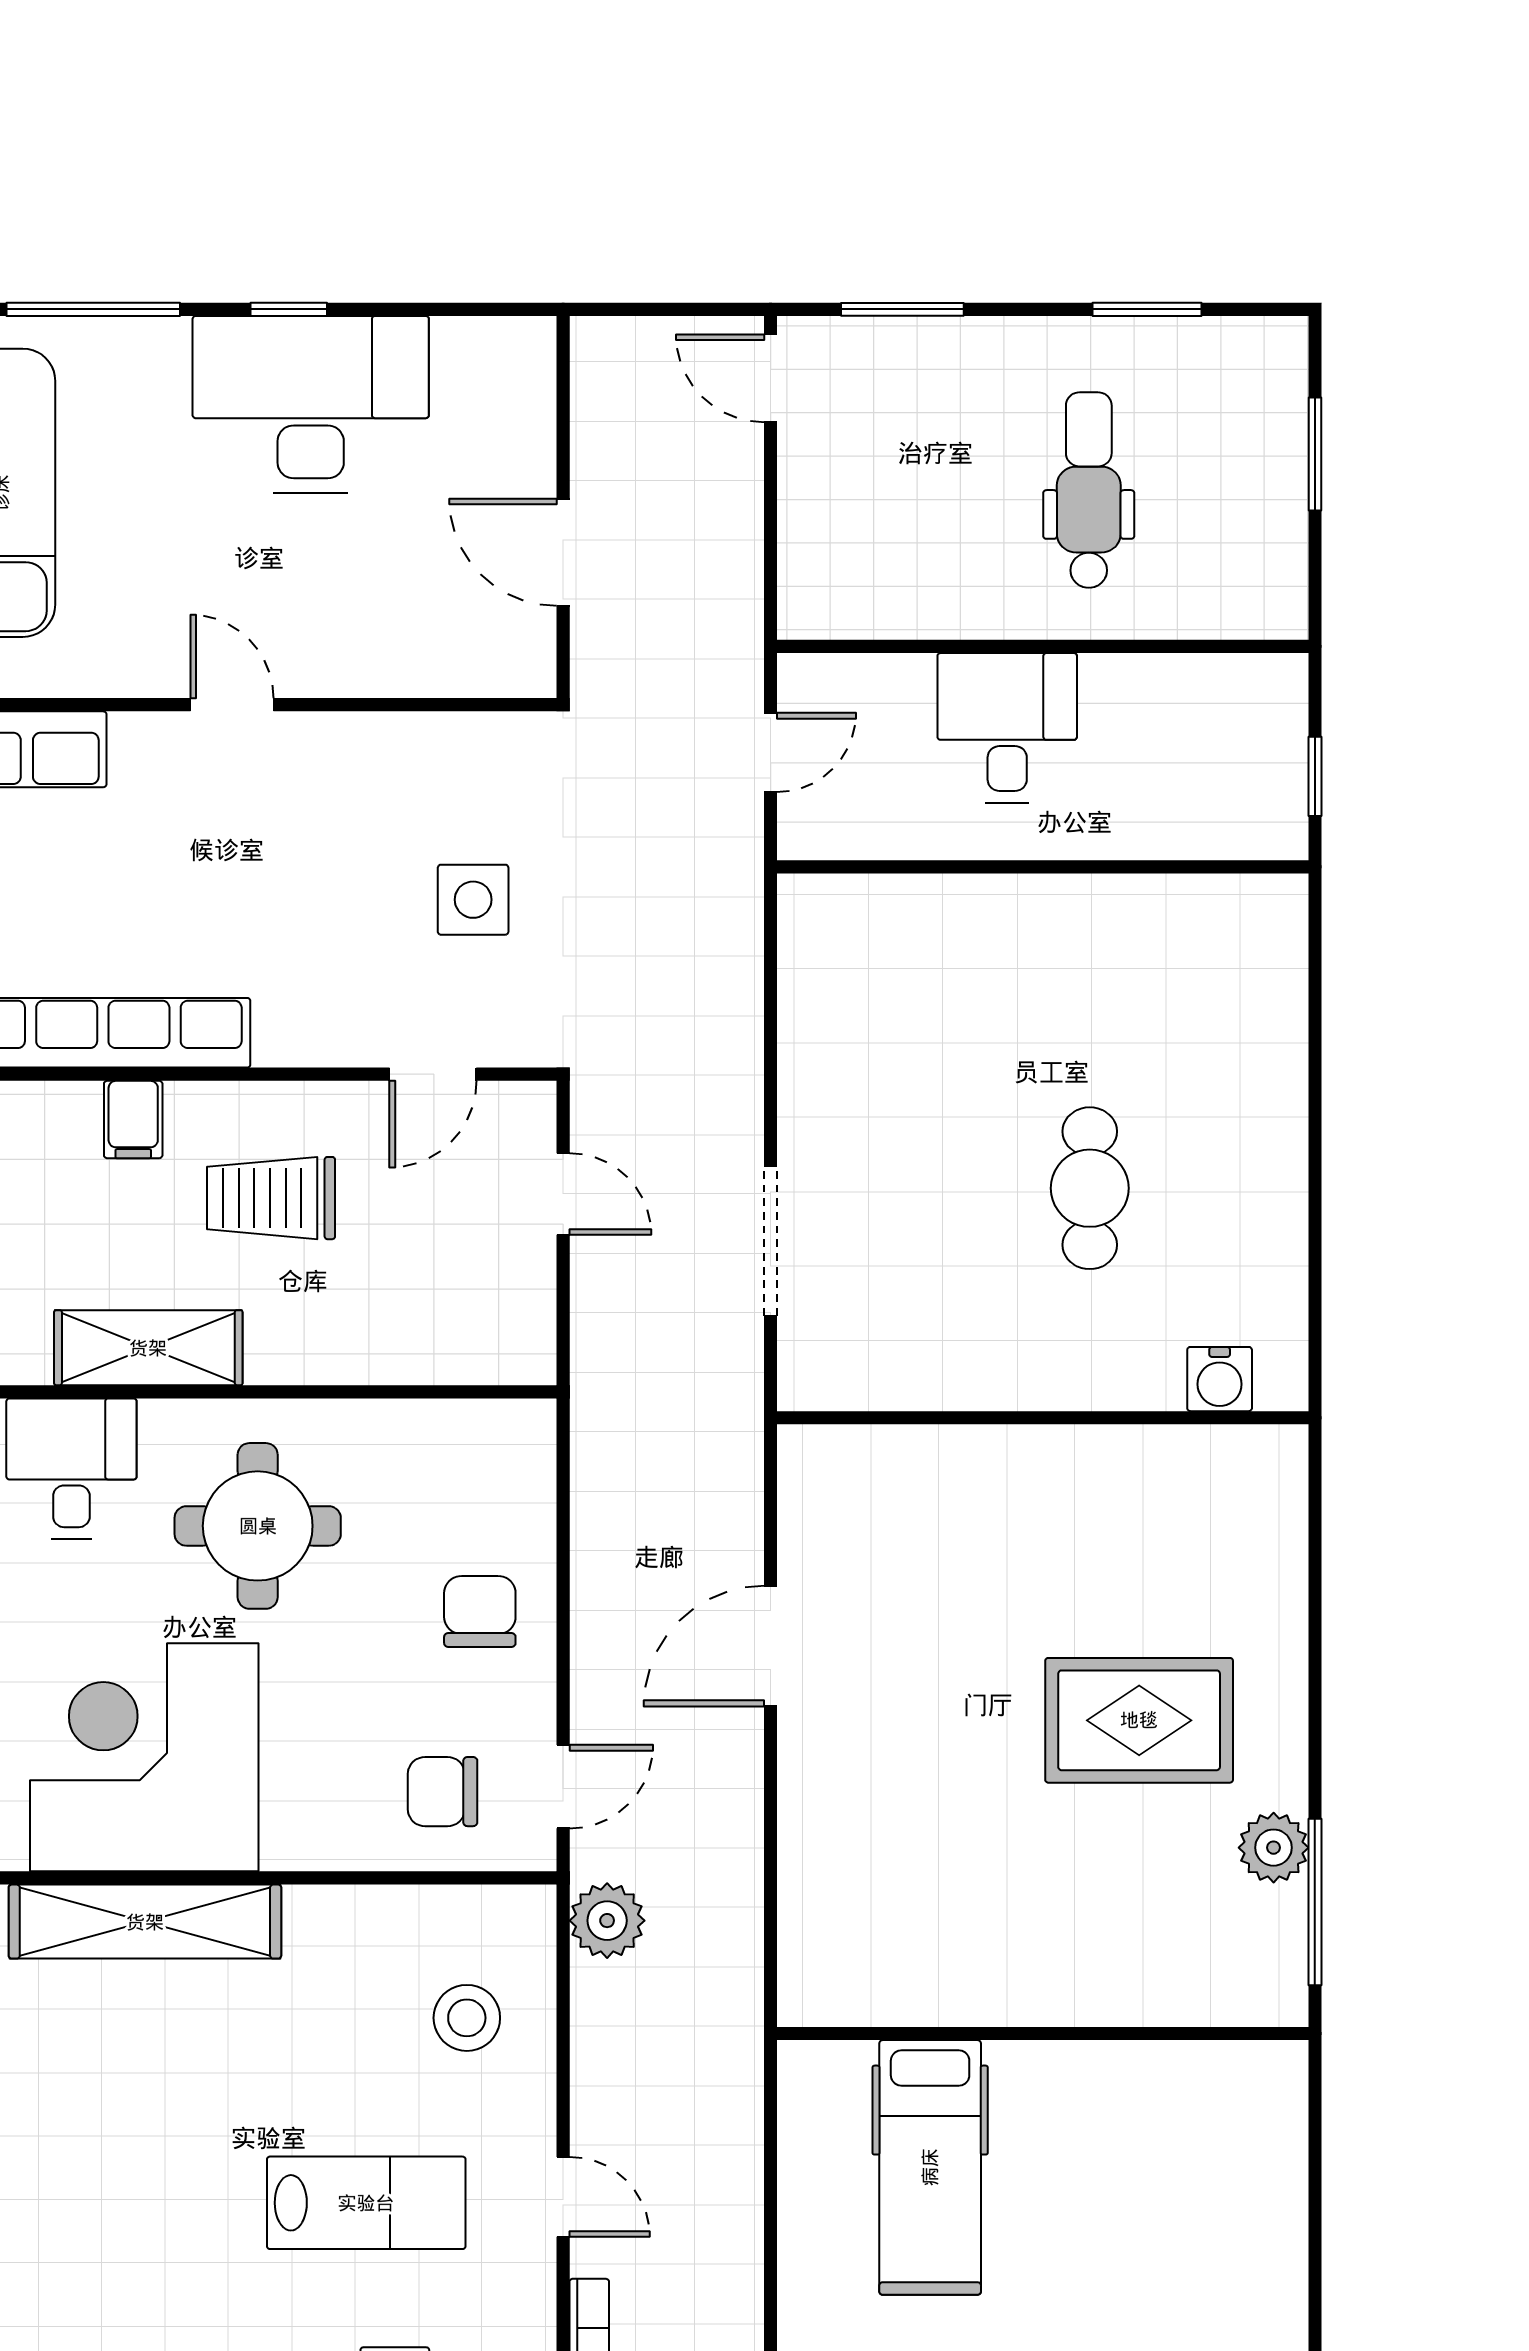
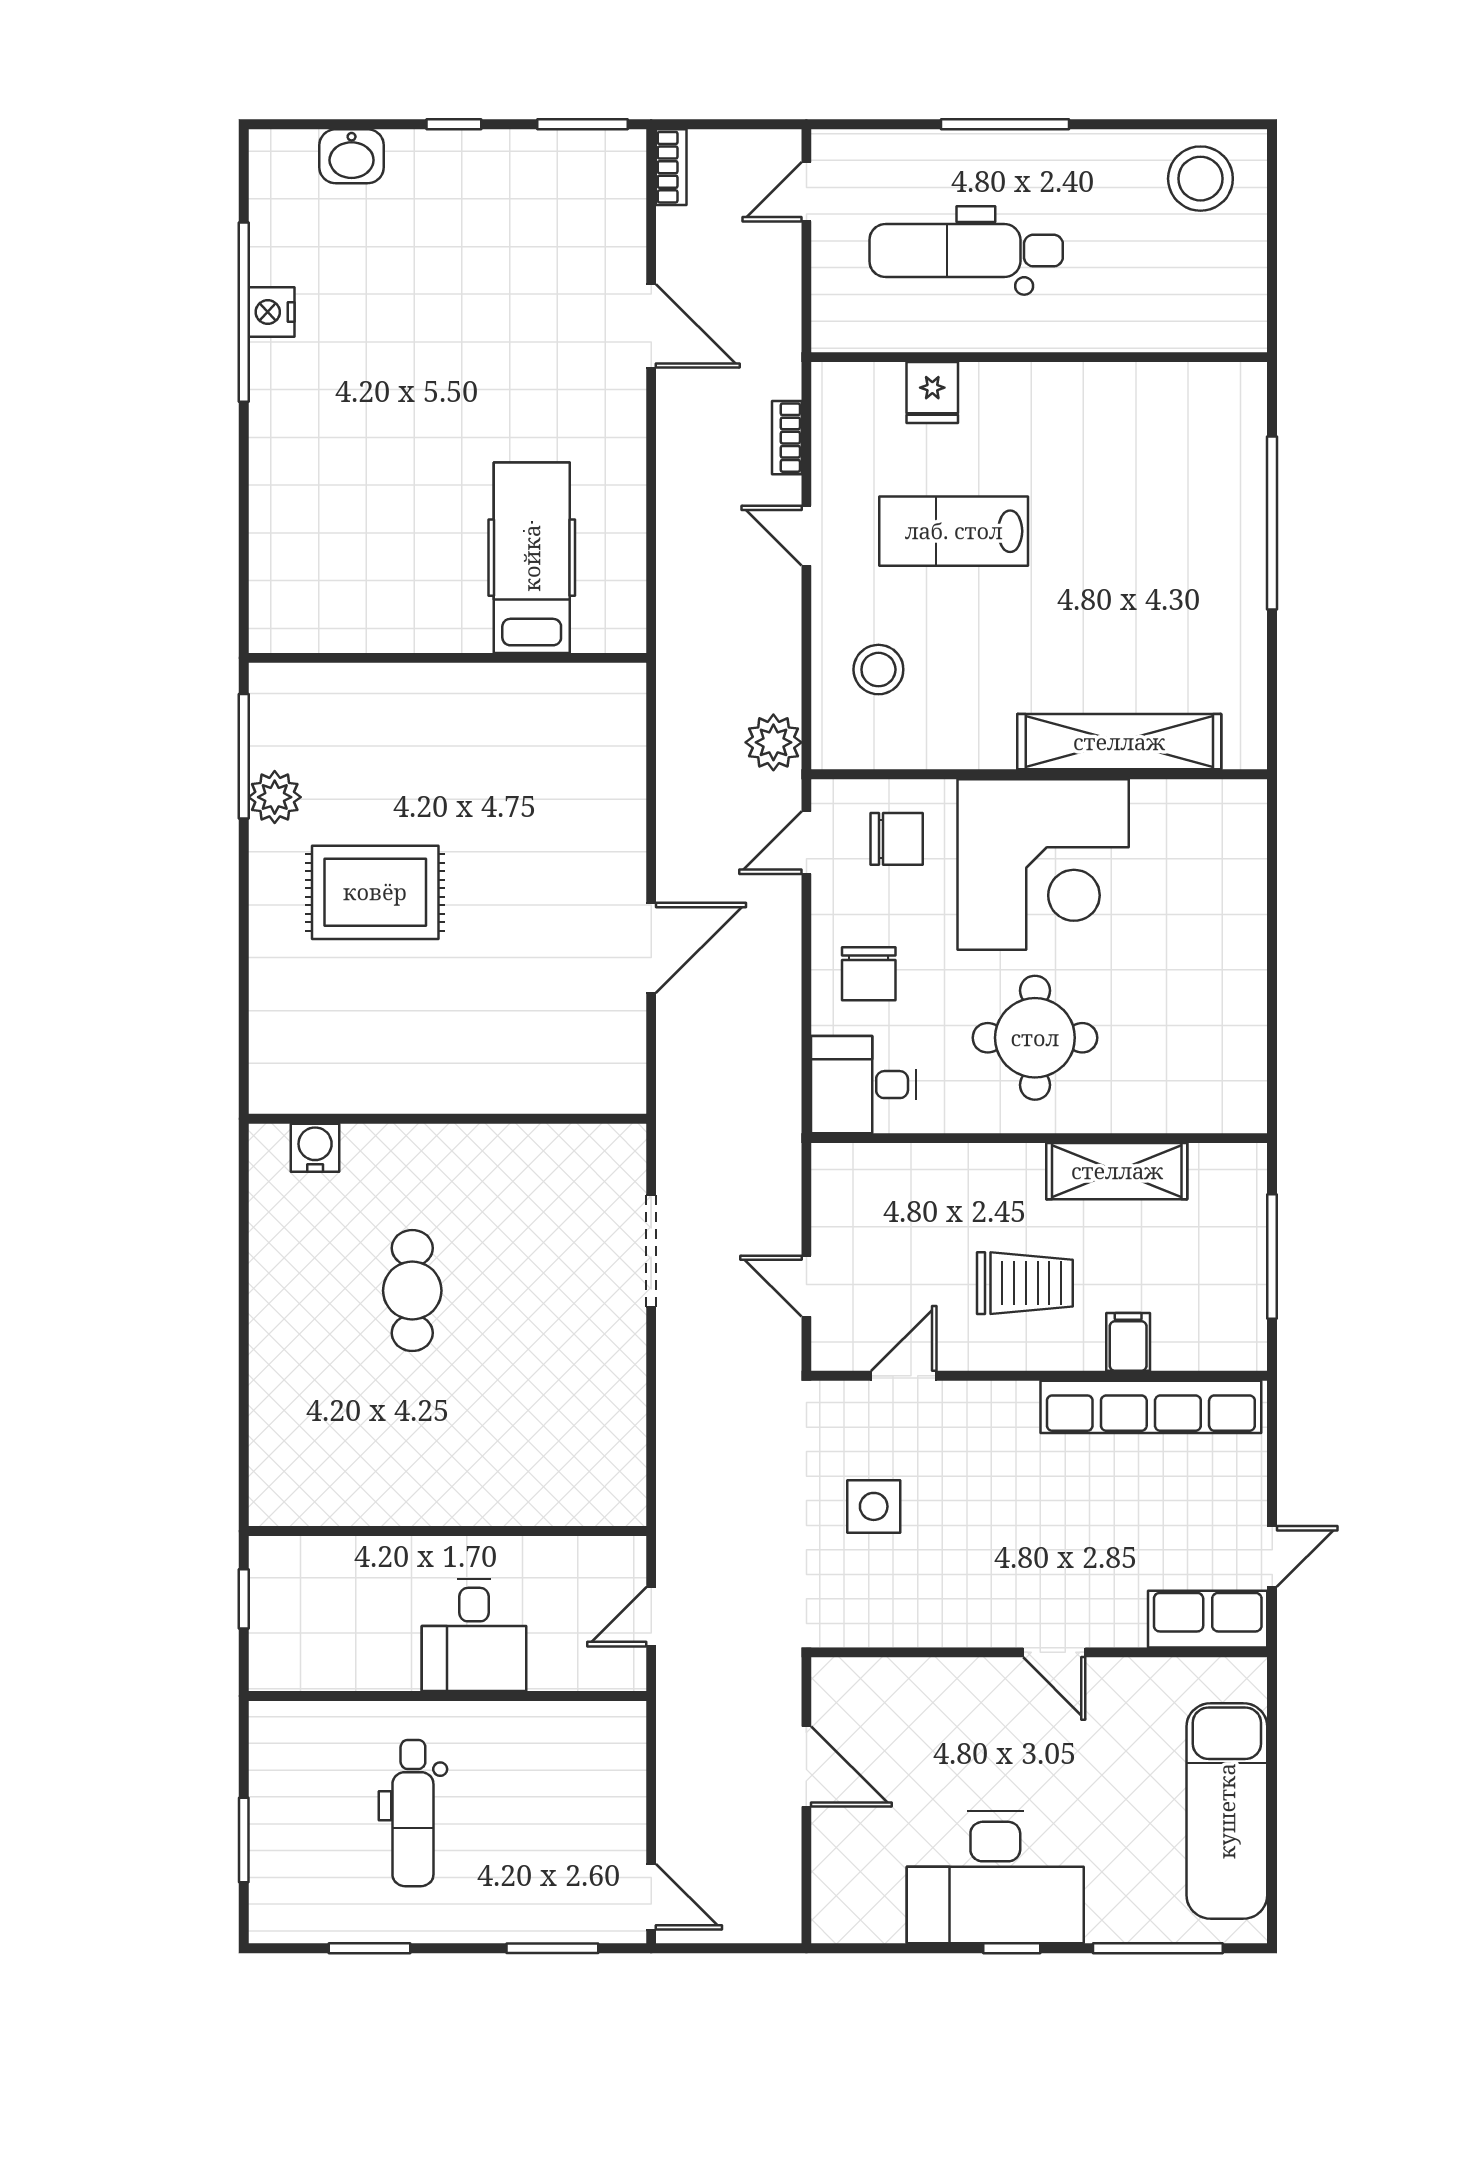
desk: (71, 1468) -> (864, 1085), moved, turned 90
corner desk: (144, 1757) -> (1043, 865), moved

